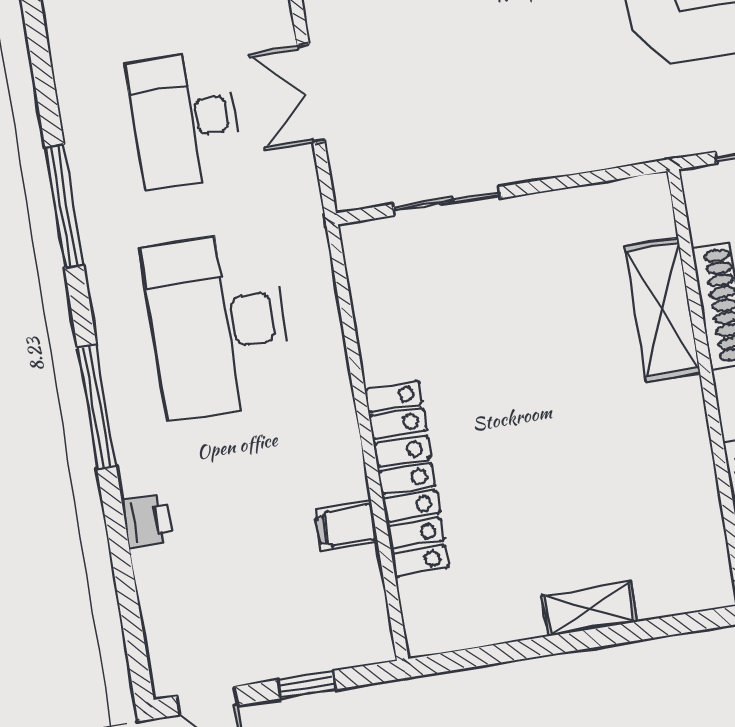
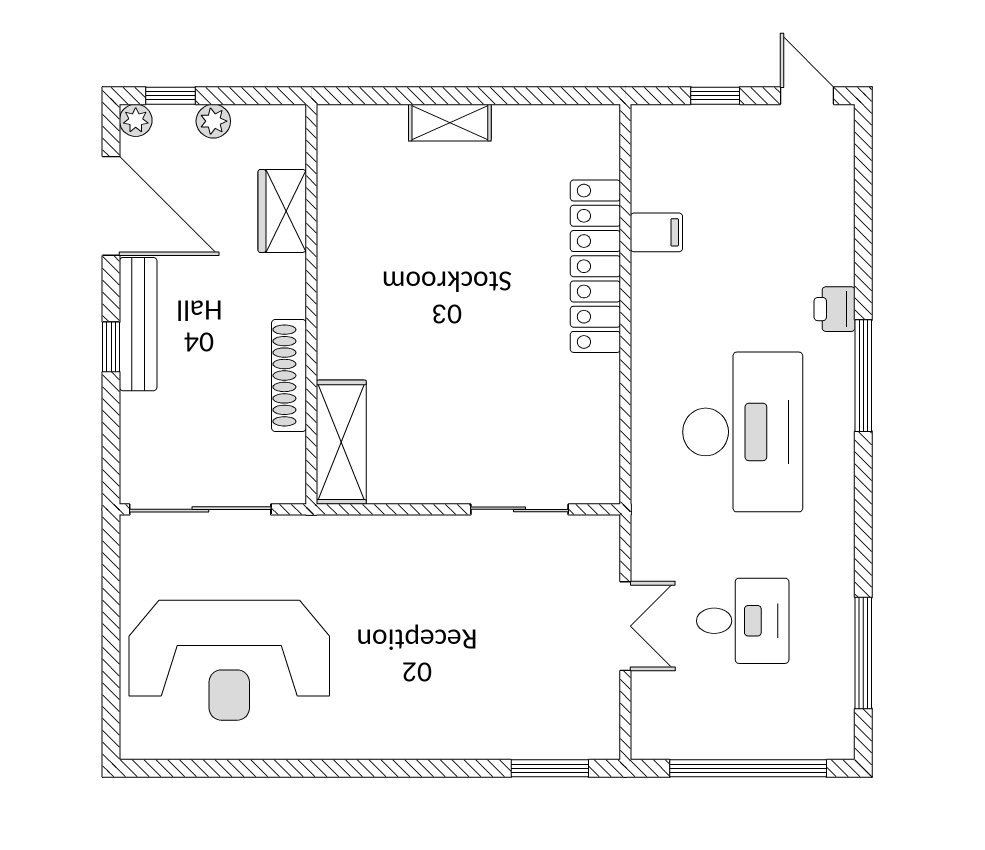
desk: (185, 120) -> (743, 621), width x0.73
window: (64, 206) -> (863, 653), moved
shelving: (662, 309) -> (341, 442), moved
printer: (147, 521) -> (835, 309), moved

